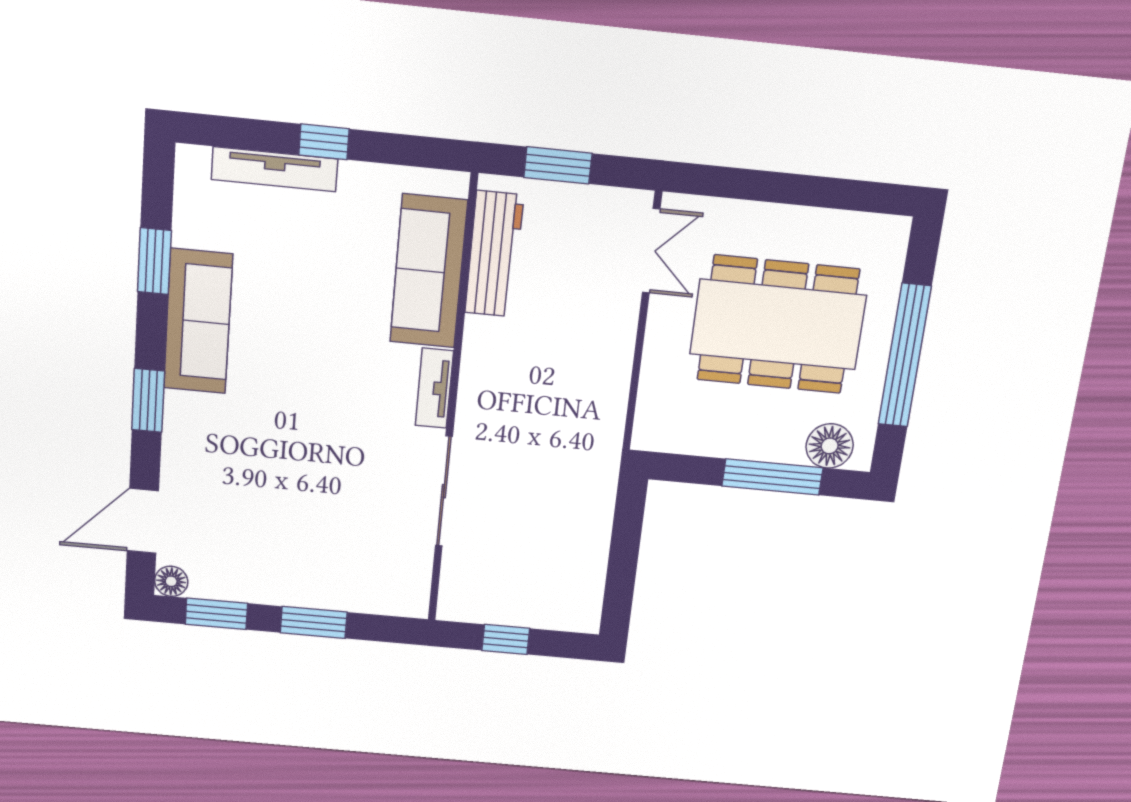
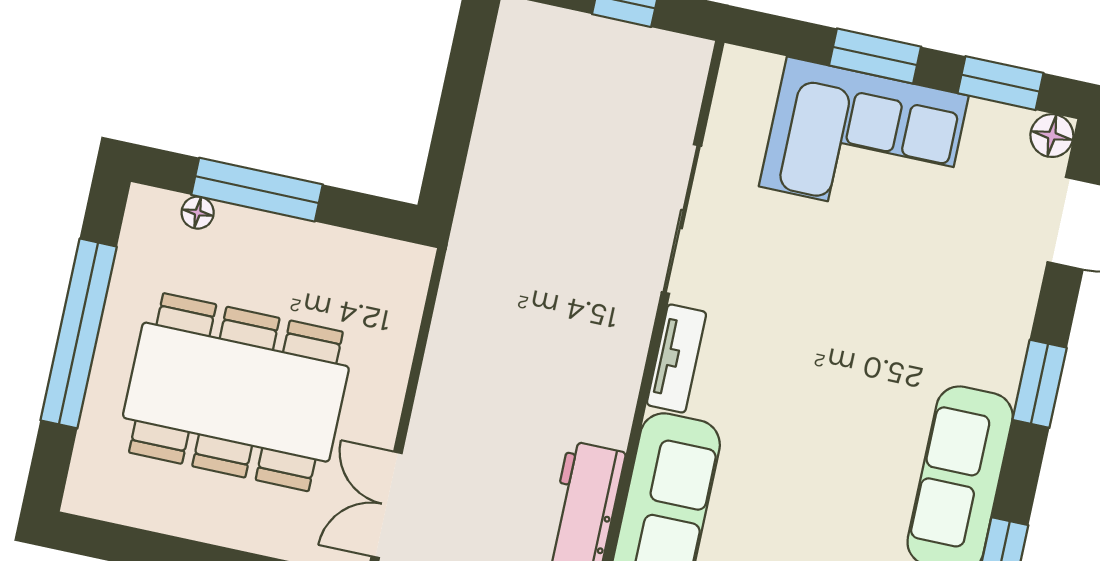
floor lamp: (830, 446) -> (198, 213), width x0.53, depth x0.53
corner sofa: (313, 562) -> (864, 141), added

